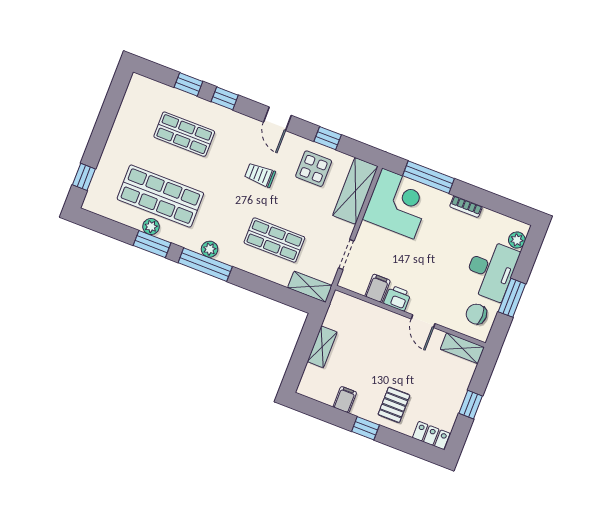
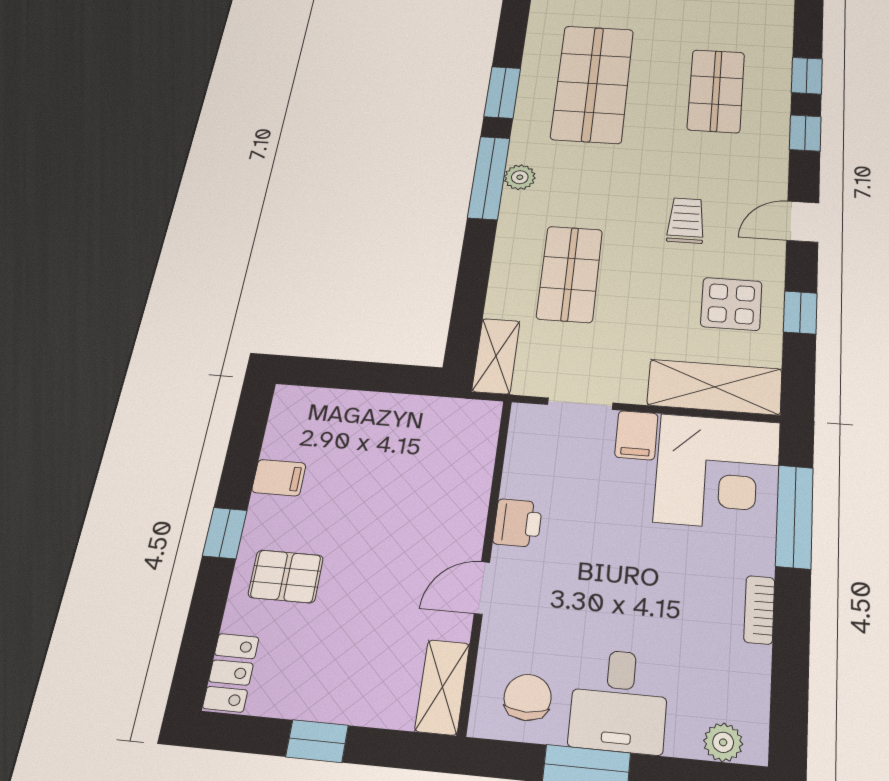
plant: (151, 227) -> (533, 84), removed
desk: (491, 270) -> (619, 701), width x0.73
filing cabinet: (378, 288) -> (636, 435), moved, turned 90
shelving: (322, 347) -> (380, 408), removed

